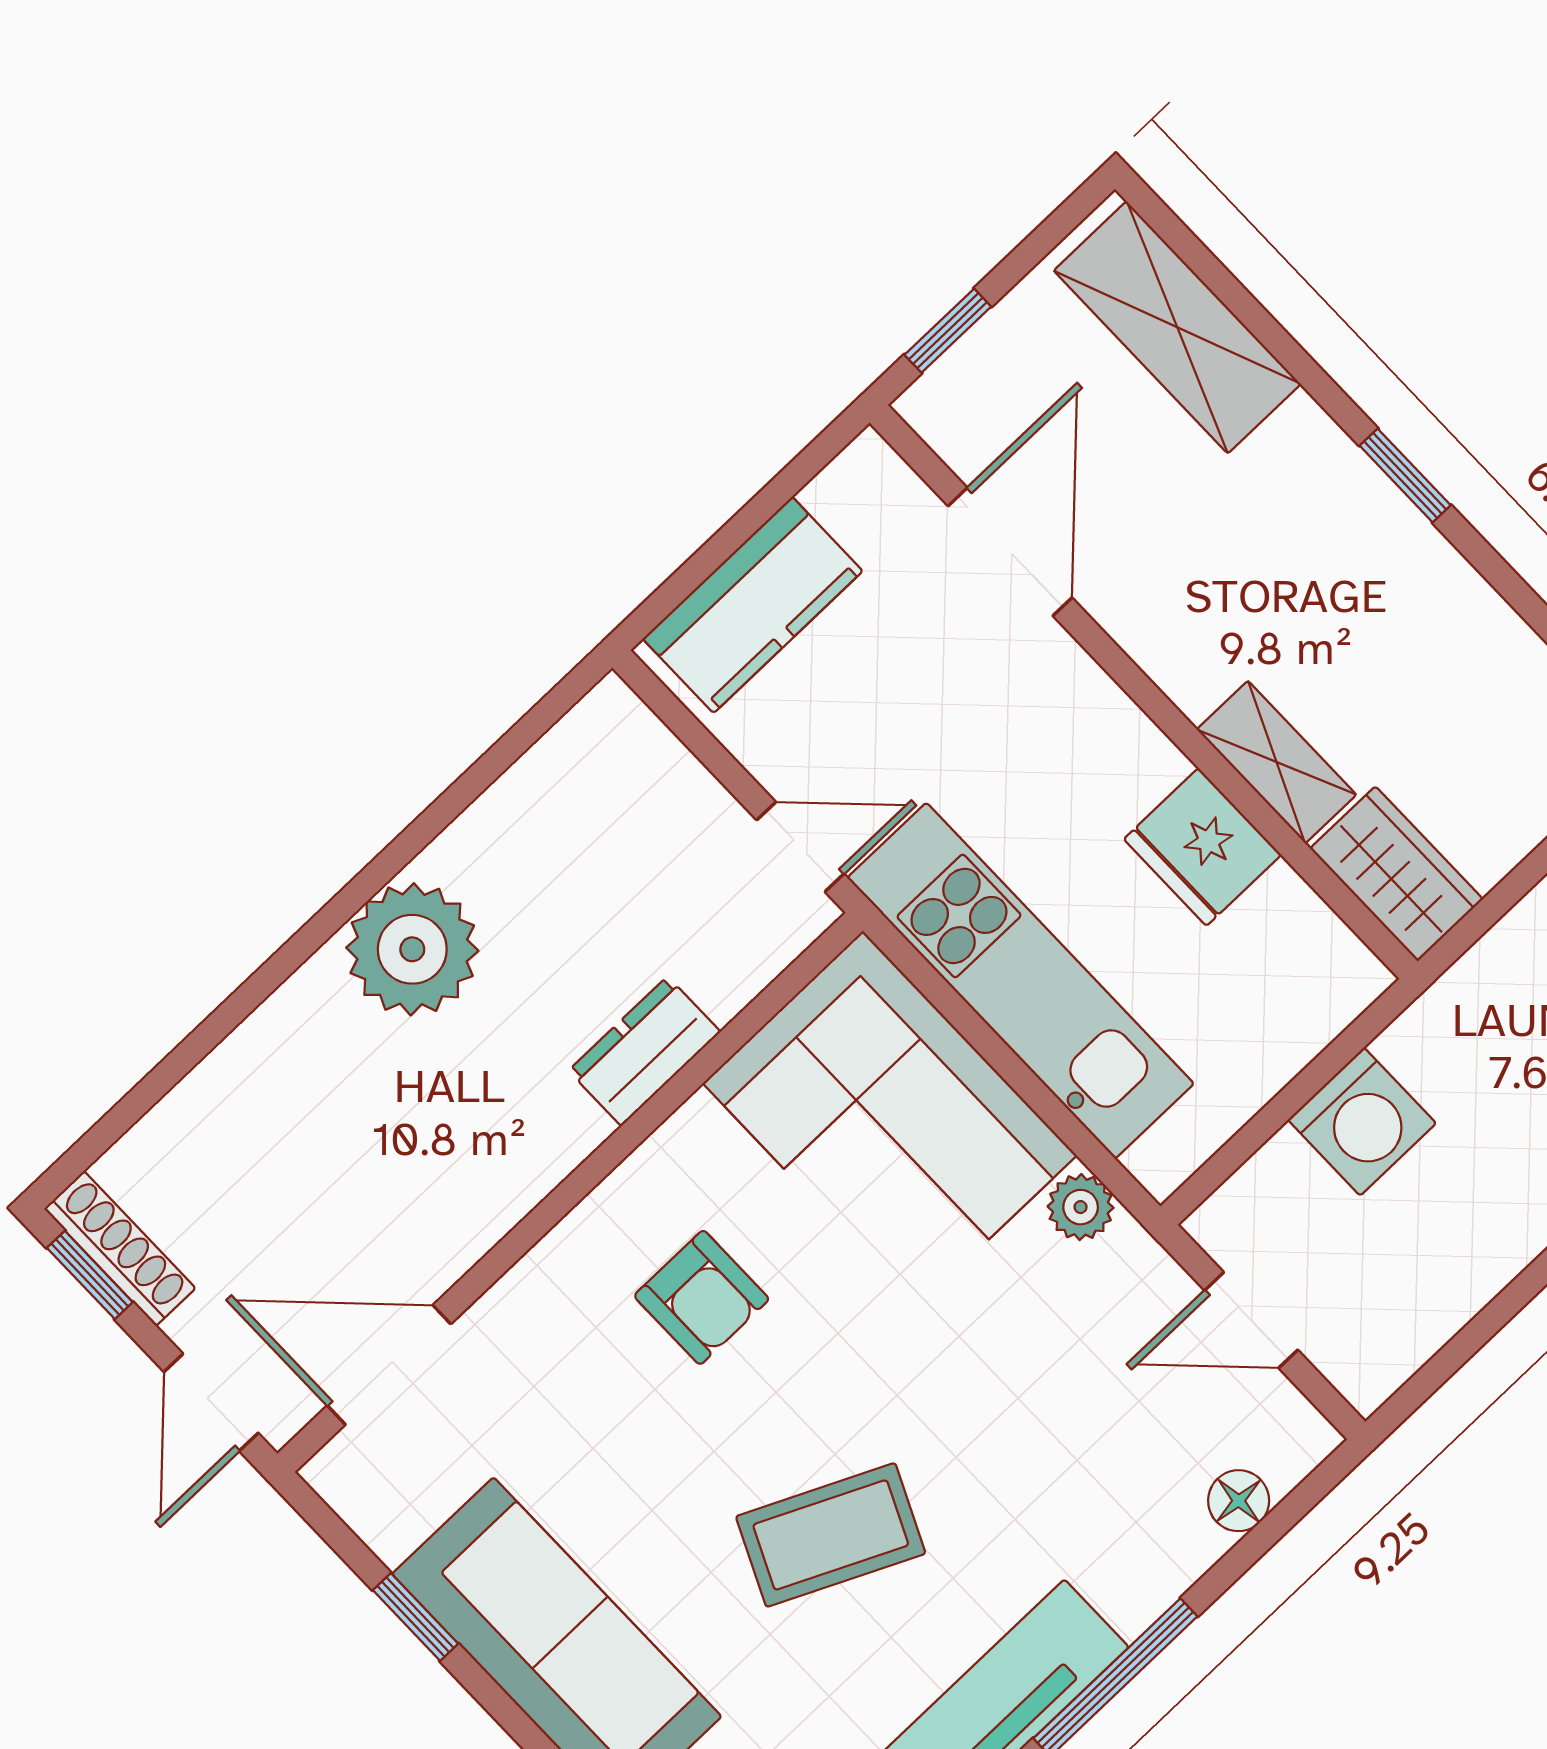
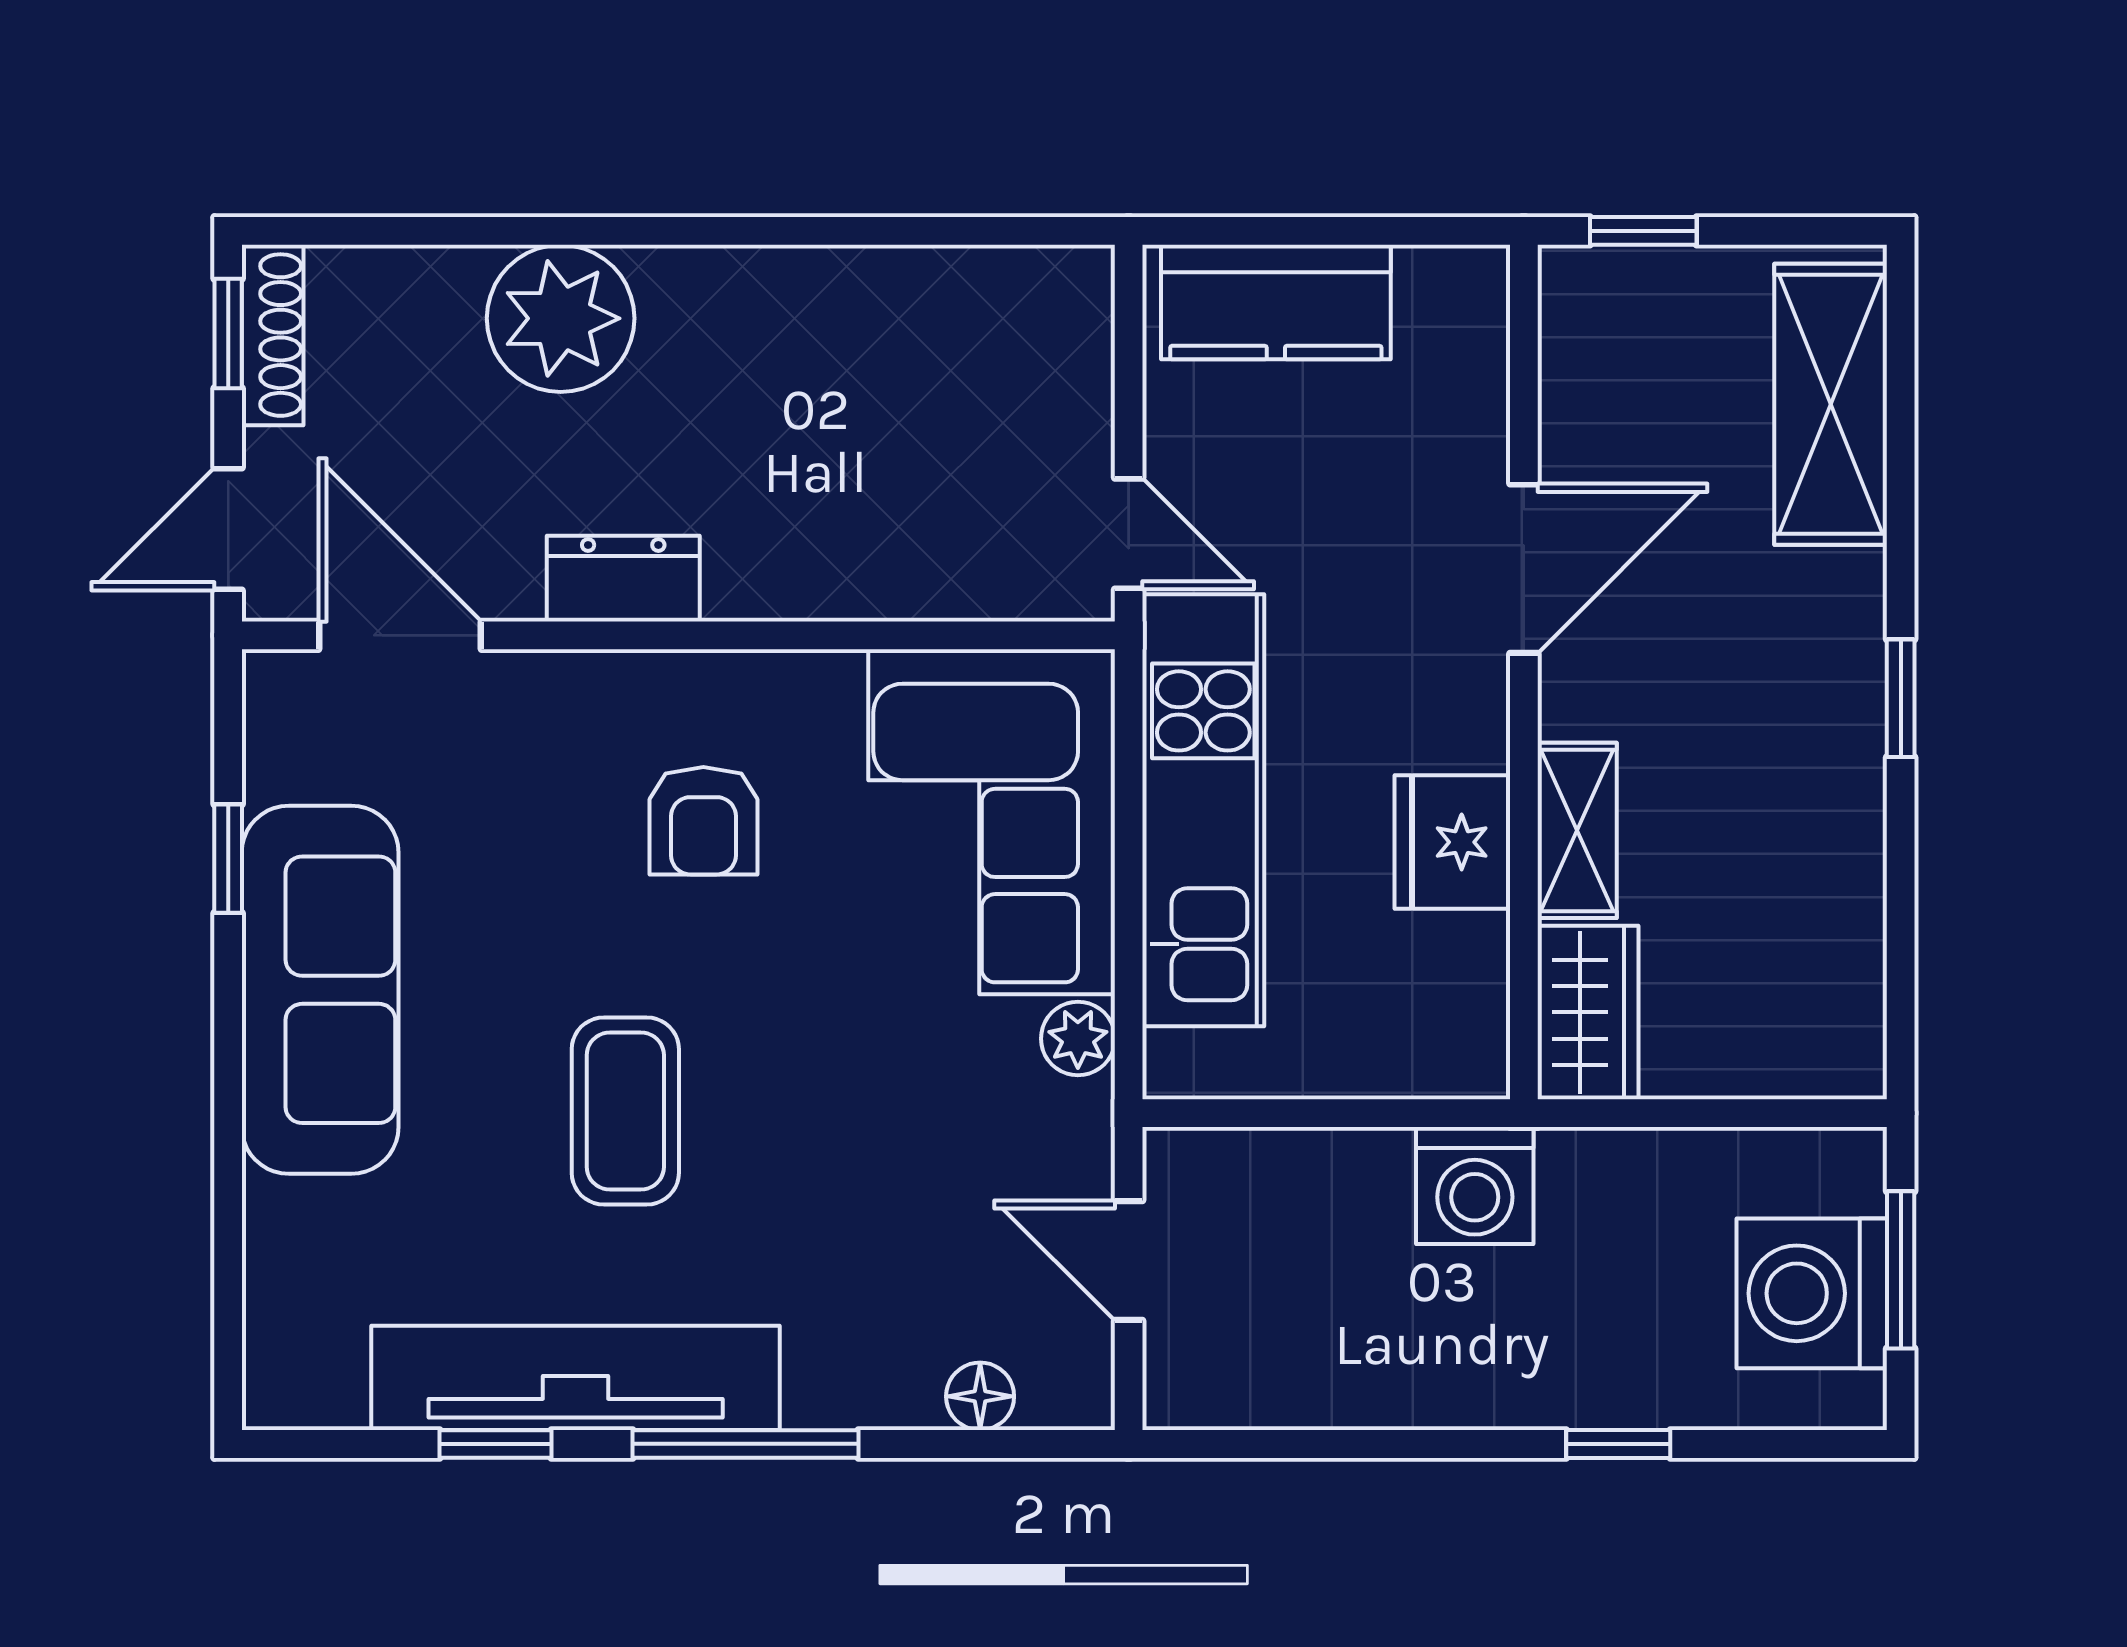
door: (1010, 552) -> (1524, 569), moved
plant: (412, 949) -> (561, 318), moved
dresser: (644, 1051) -> (623, 579), moved
washing machine: (1362, 1122) -> (1475, 1186), moved
coffee table: (831, 1535) -> (625, 1111), turned 65

